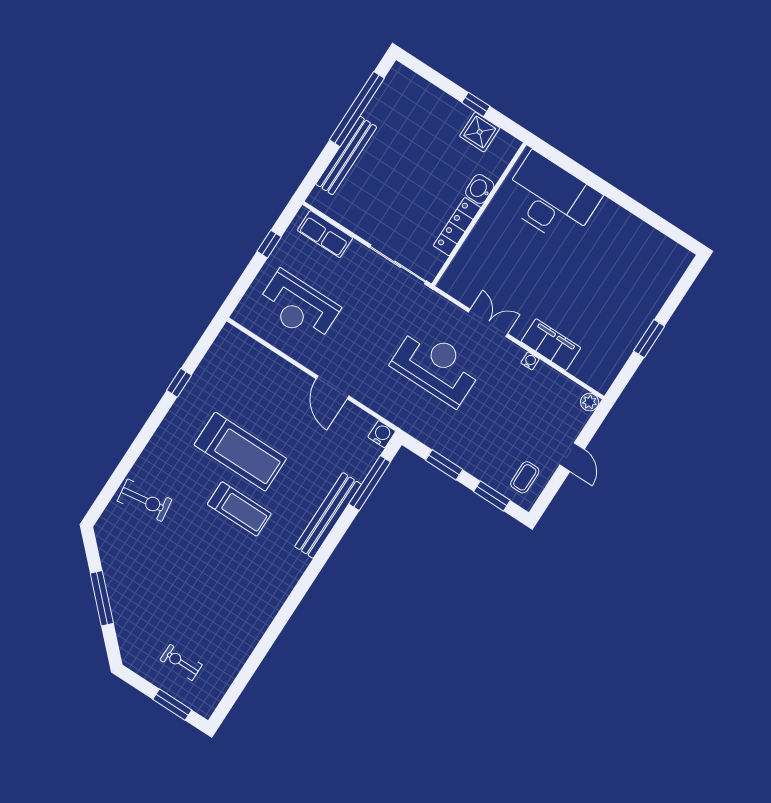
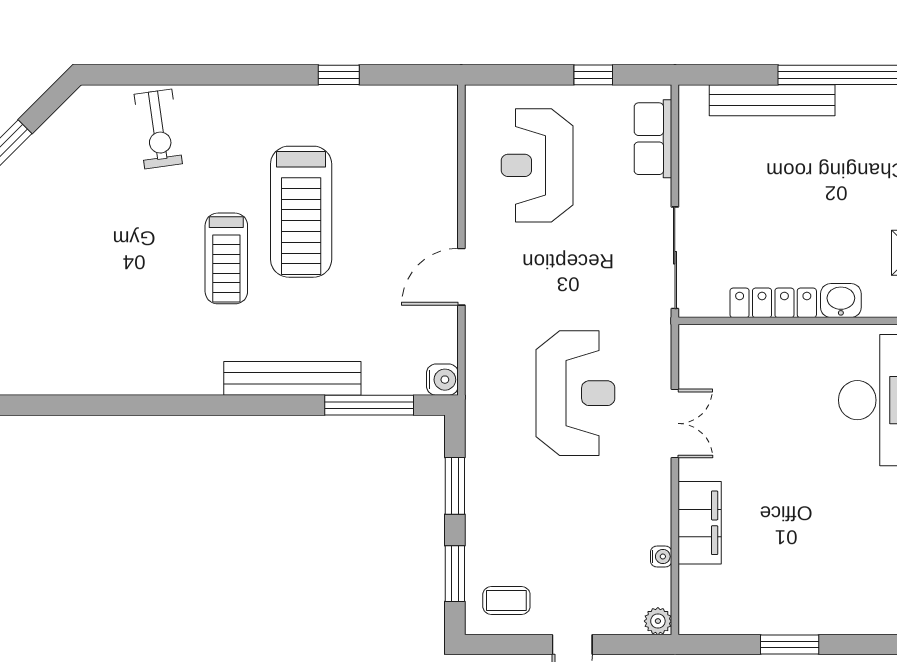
water cooler: (530, 361) -> (661, 556), moved

